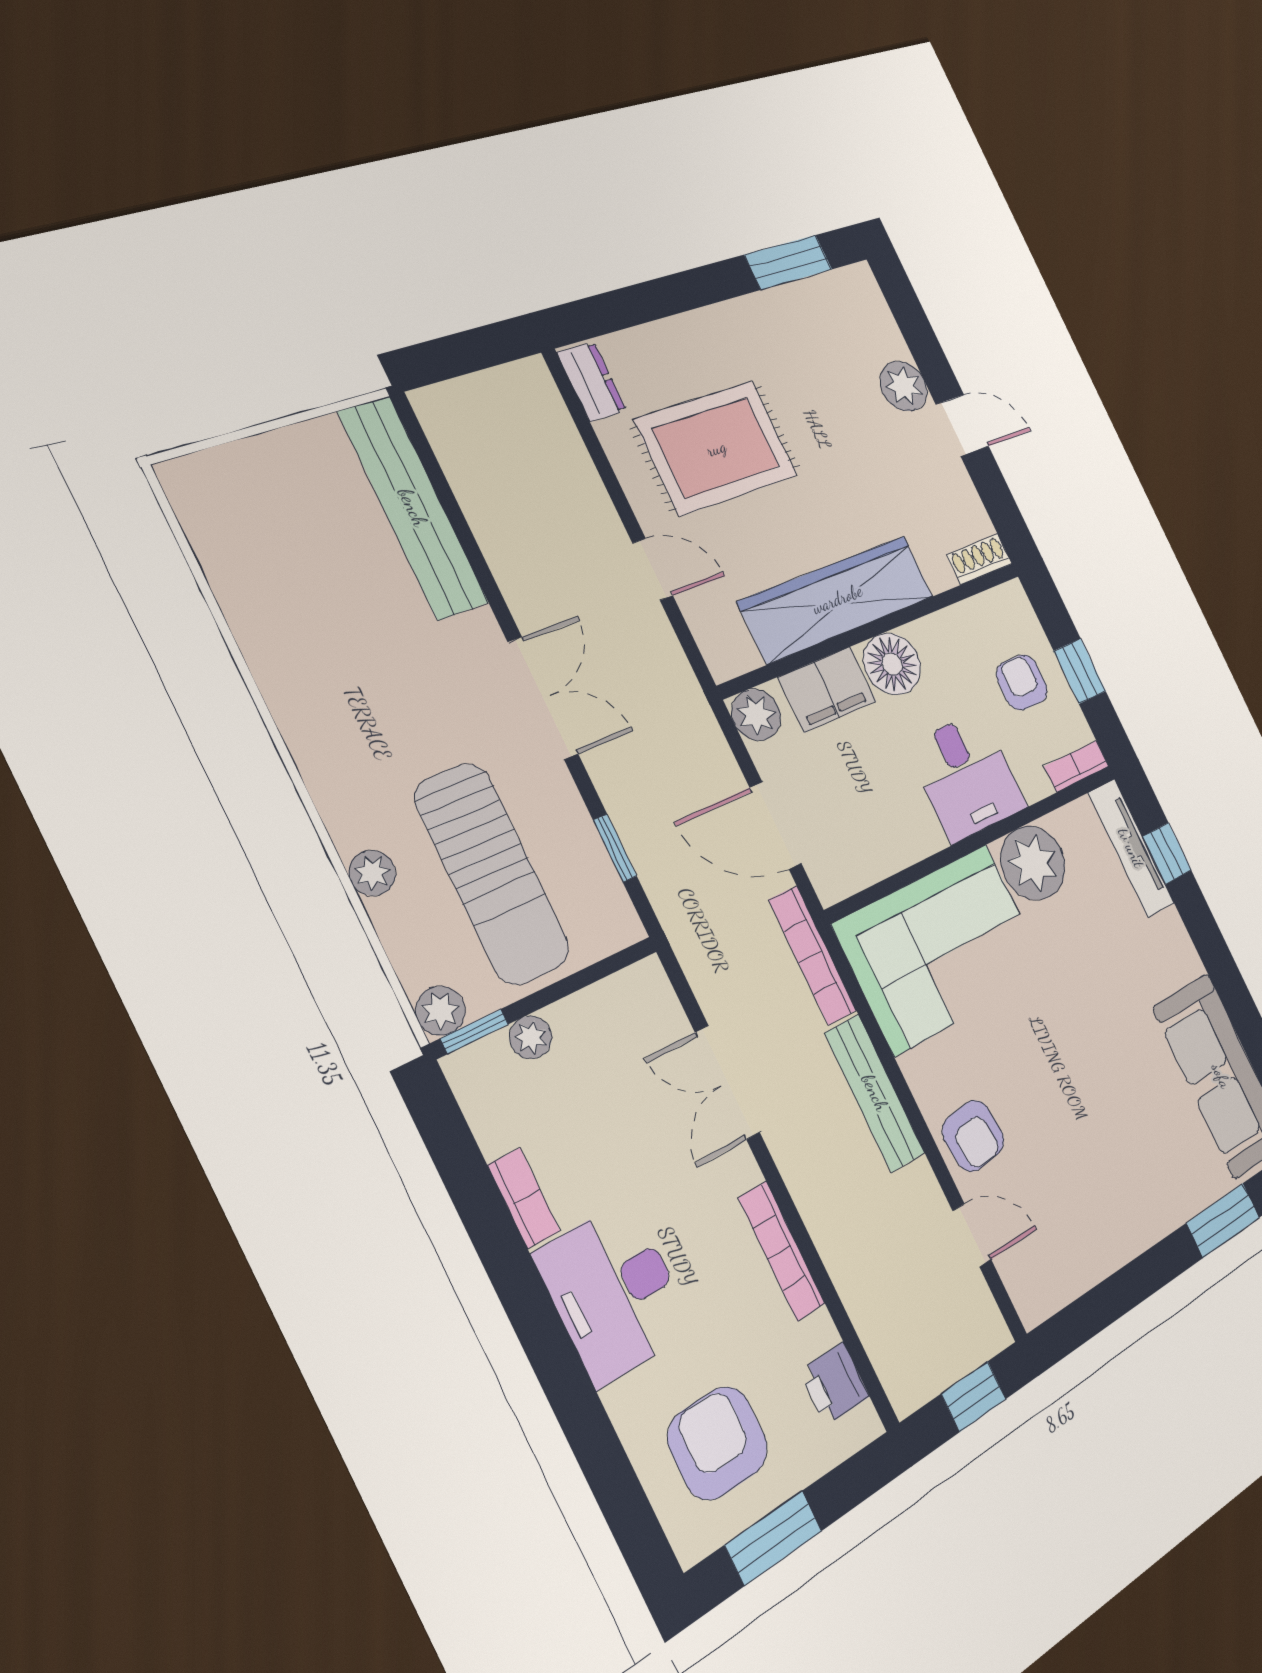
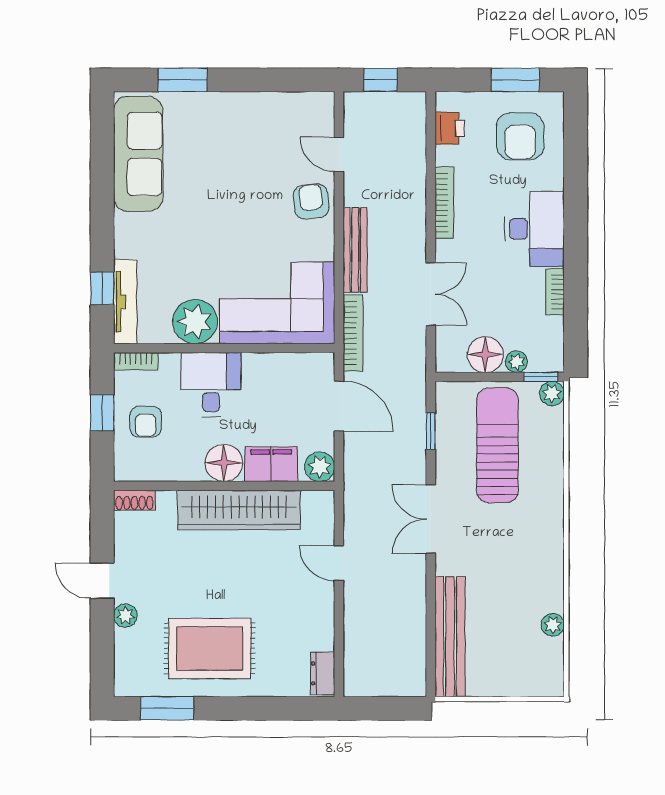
plant: (904, 386) -> (125, 616), width x0.73, depth x0.73
rug: (716, 448) -> (210, 648), moved
plant: (372, 873) -> (553, 625), moved
floor lamp: (590, 1023) -> (485, 355), added

